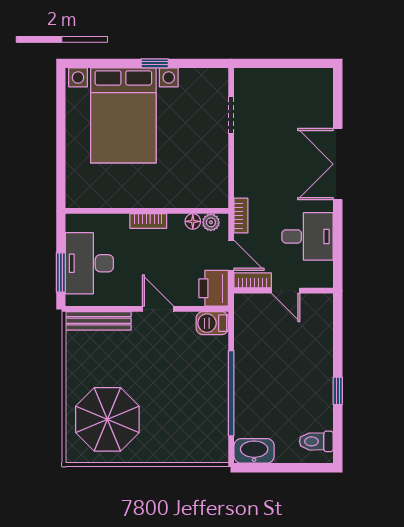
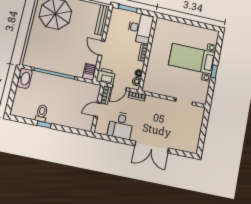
bed with nightstands: (123, 115) -> (192, 59), width x0.73
double door: (338, 164) -> (152, 147), swing flipped
desk: (89, 263) -> (140, 28), moved, turned 90
door: (158, 309) -> (102, 48), swing flipped
toilet: (316, 441) -> (42, 113), moved

